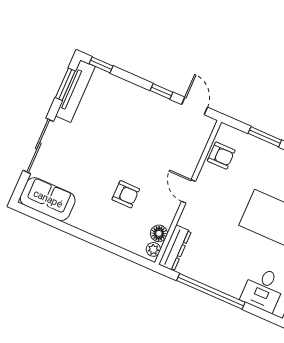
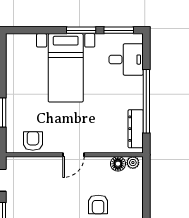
armchair: (126, 194) -> (98, 204), turned 180
dresser: (175, 248) -> (136, 129), moved, turned -90

